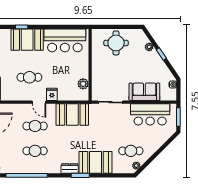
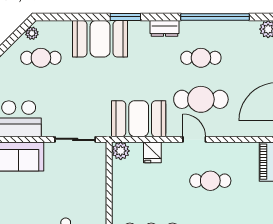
plant: (83, 84) -> (121, 151), moved
fridge: (52, 94) -> (152, 152), moved
cafe table: (35, 126) -> (201, 99), width x1.37, depth x1.35
dresser: (70, 168) -> (164, 28), moved

